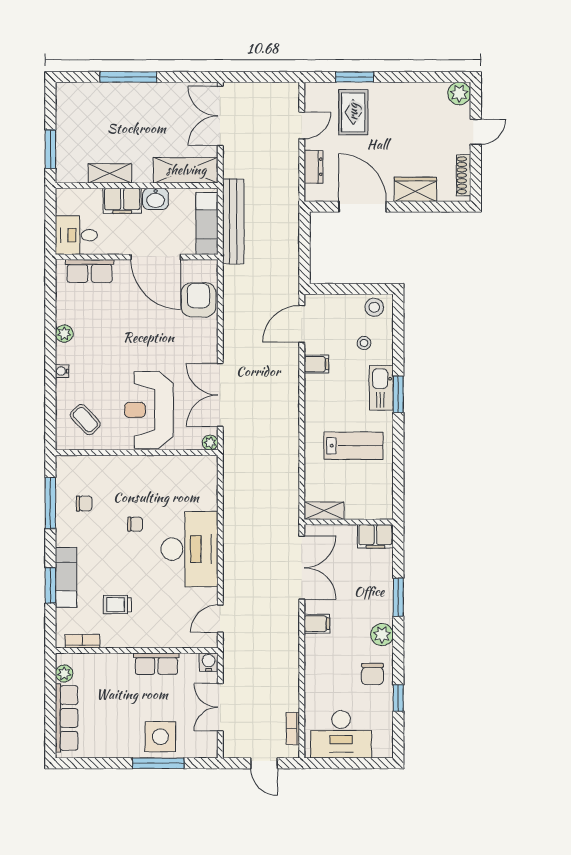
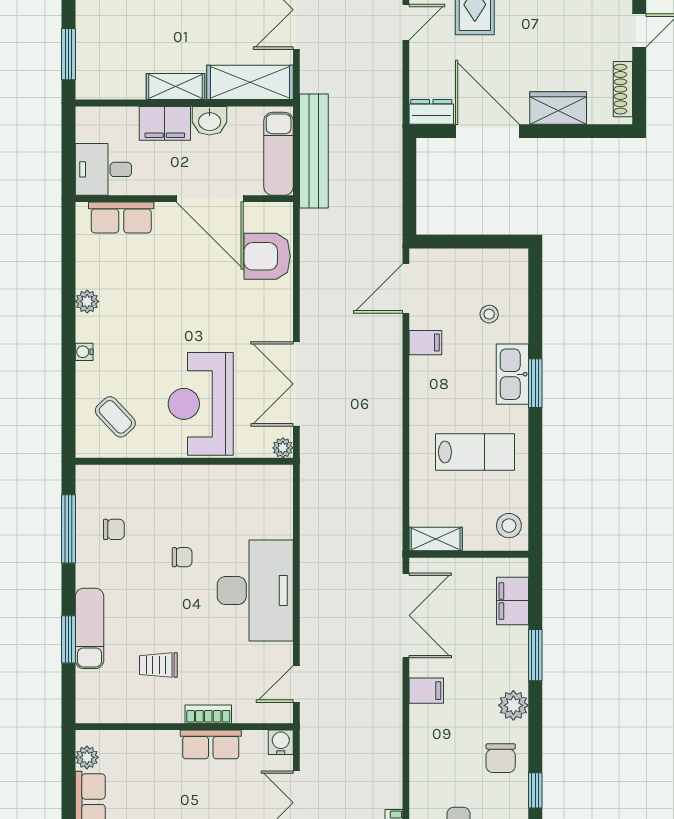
dresser: (314, 167) -> (431, 112), moved, turned -90
shelving: (110, 173) -> (175, 87), moved
armchair: (198, 300) -> (267, 256), turned -90
stool: (374, 307) -> (509, 526), moved
filing cabinet: (375, 536) -> (512, 601), moved, turned 90
bookcase: (82, 641) -> (208, 714), moved

